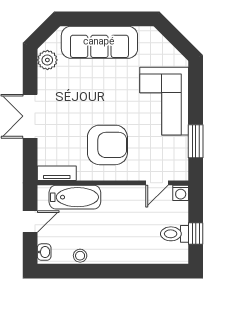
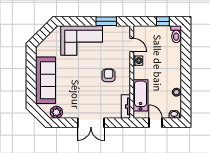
armchair: (107, 145) -> (108, 75), width x0.53, depth x0.53
washing machine: (181, 193) -> (138, 61), moved
toilet: (175, 234) -> (176, 34), moved

